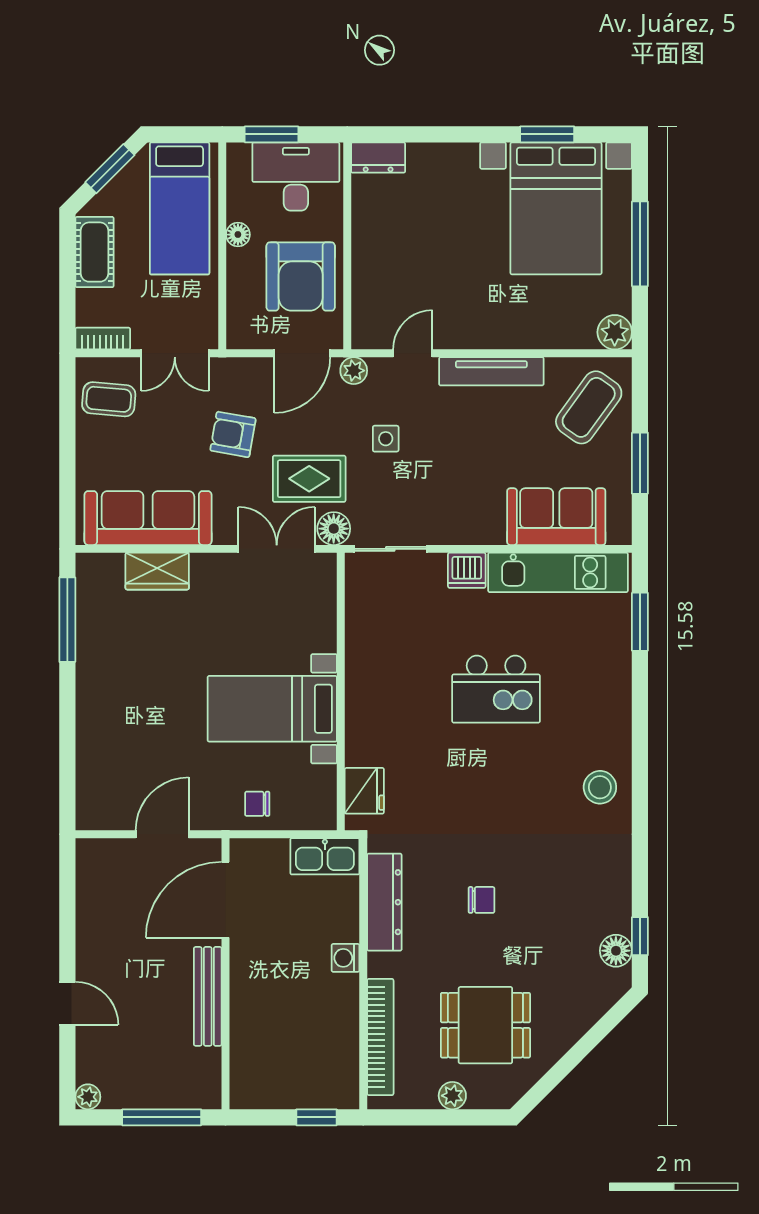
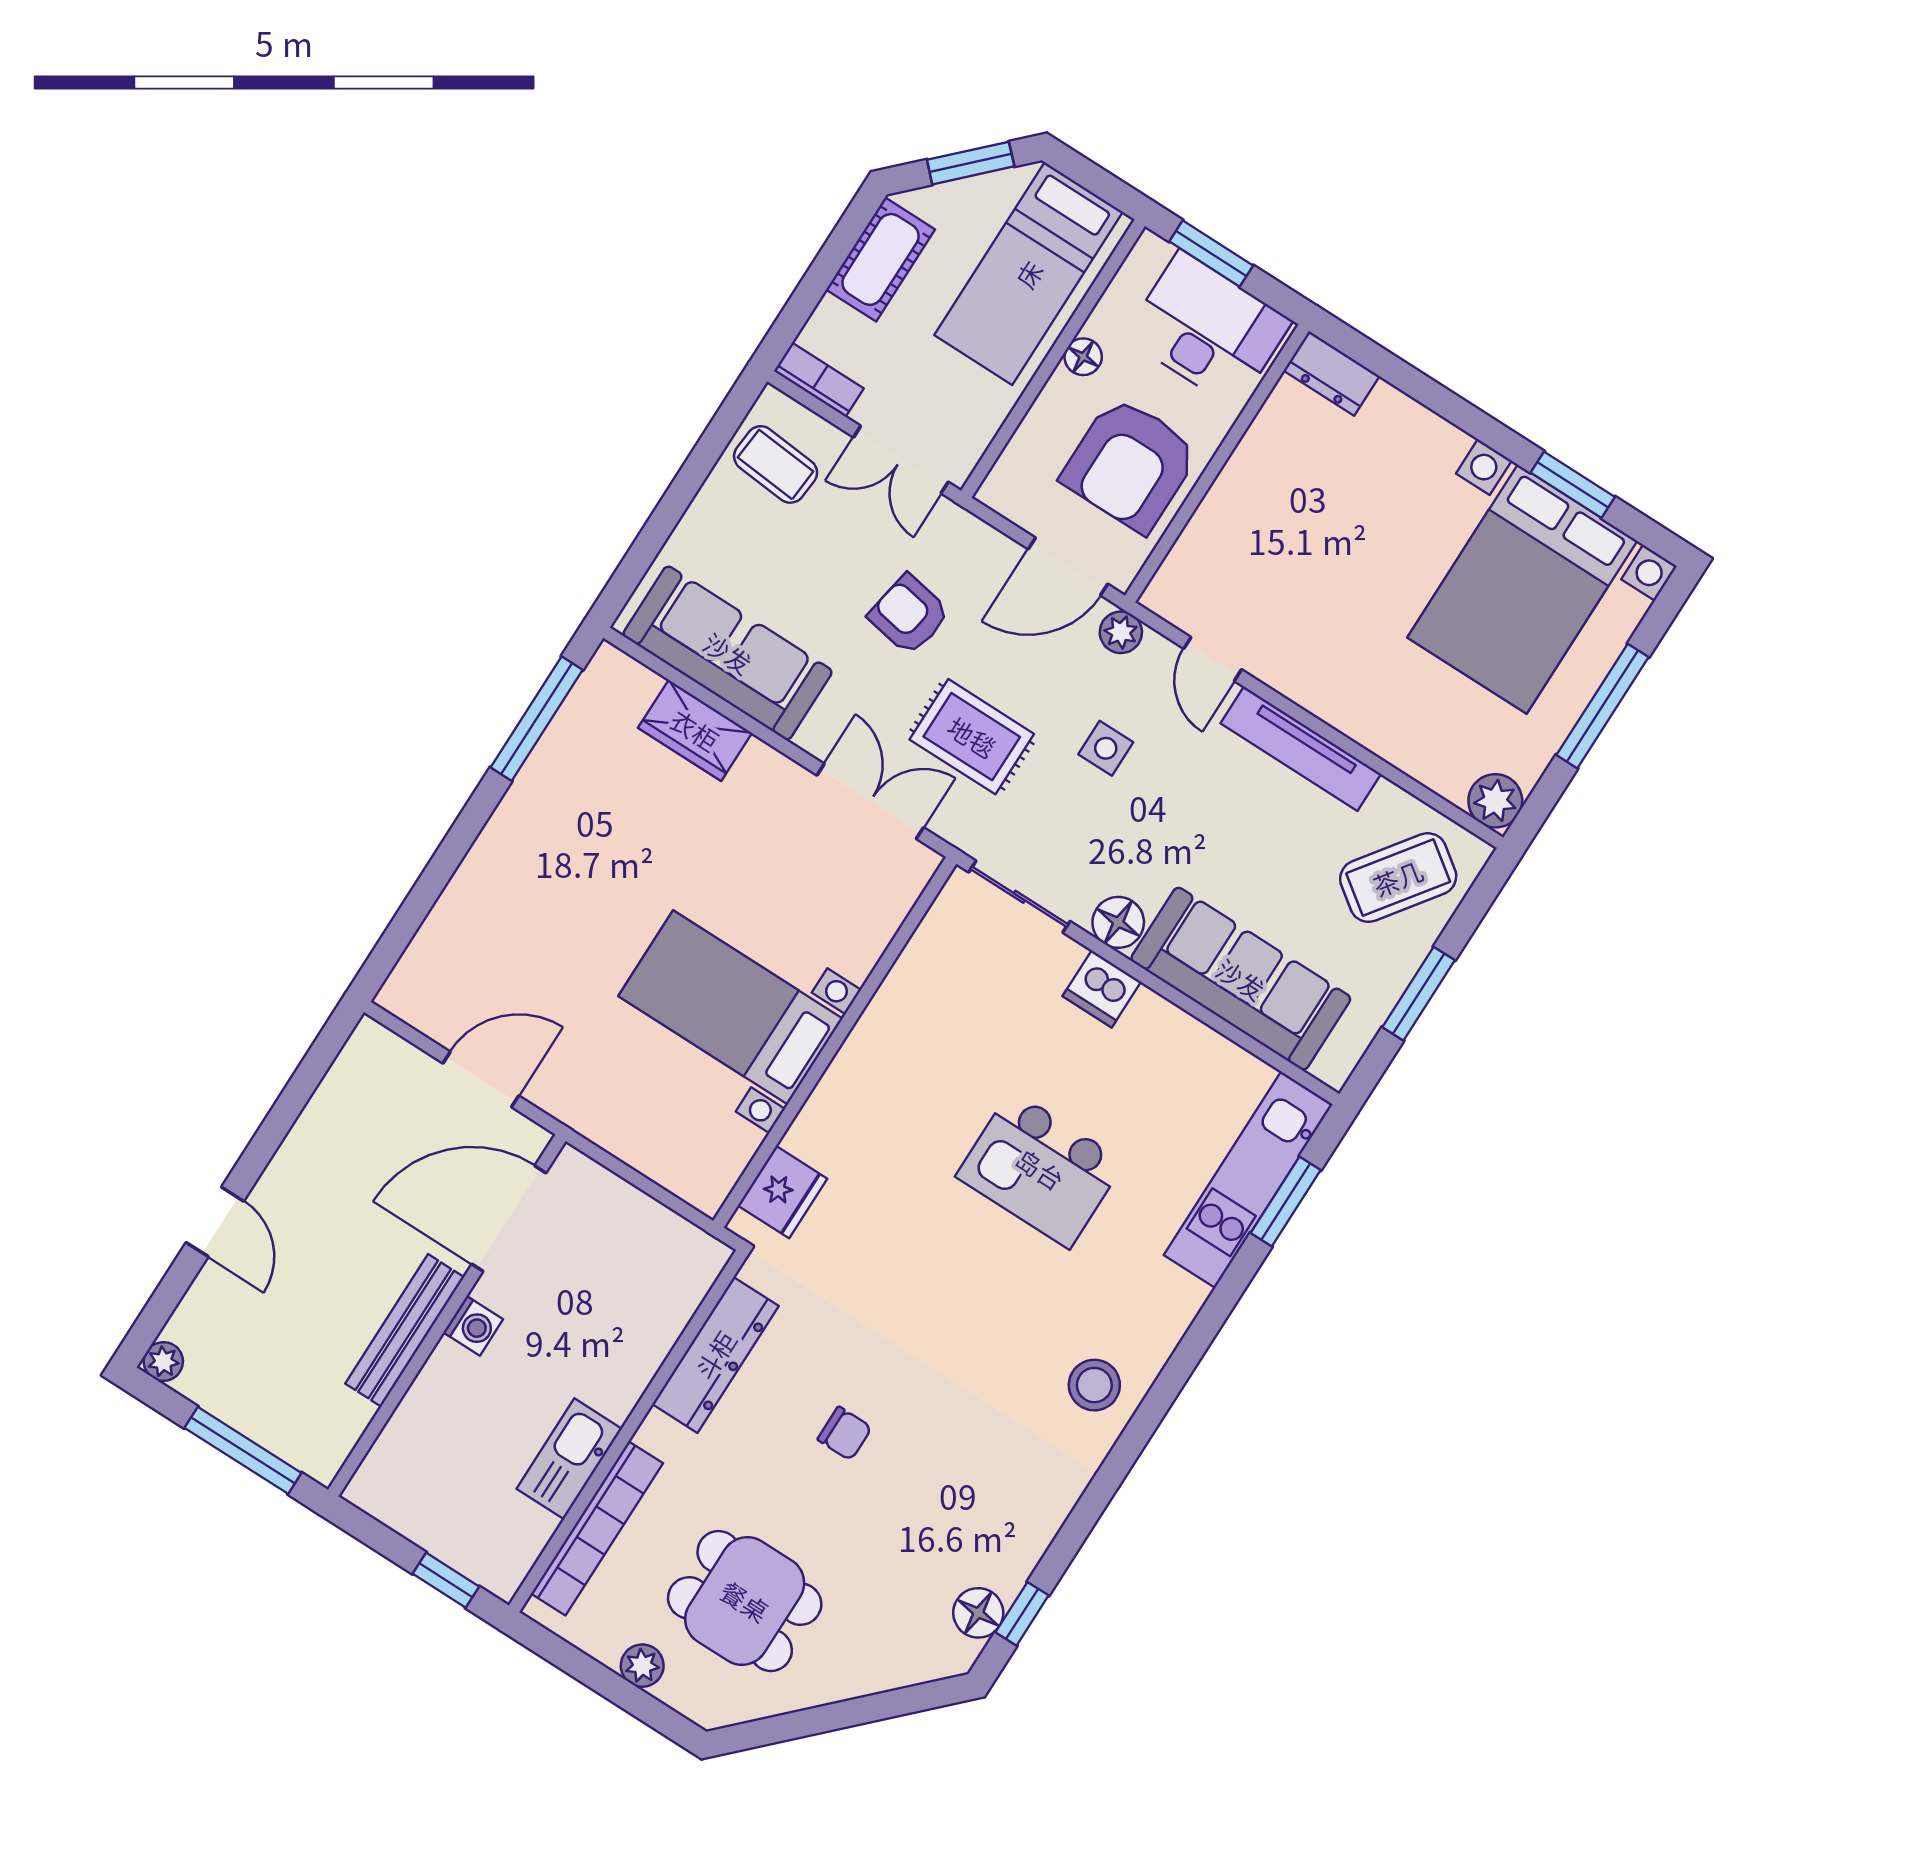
door: (413, 353) -> (1213, 659), swing flipped
sofa: (556, 517) -> (1241, 979), width x1.36
floor lamp: (334, 529) -> (1118, 922), moved
kitchen unit: (558, 572) -> (1248, 1180), moved, turned 90
chair: (257, 804) -> (631, 1119), removed
kitchen sink: (325, 856) -> (569, 1459), moved, turned 90
washing machine: (345, 958) -> (473, 1326), moved, turned 180

